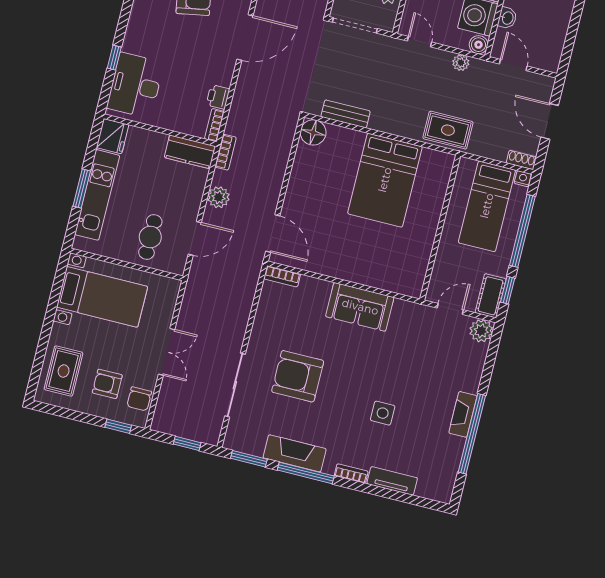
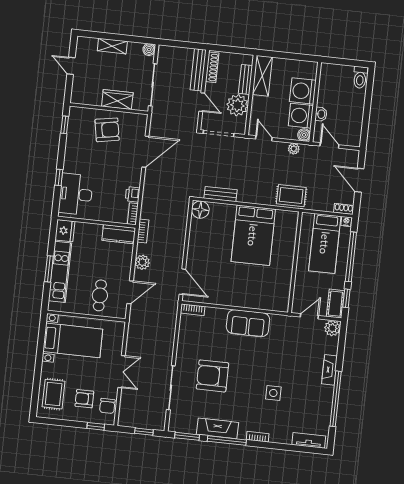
fireplace: (463, 414) -> (329, 370), moved
tv unit: (392, 481) -> (309, 440), moved

